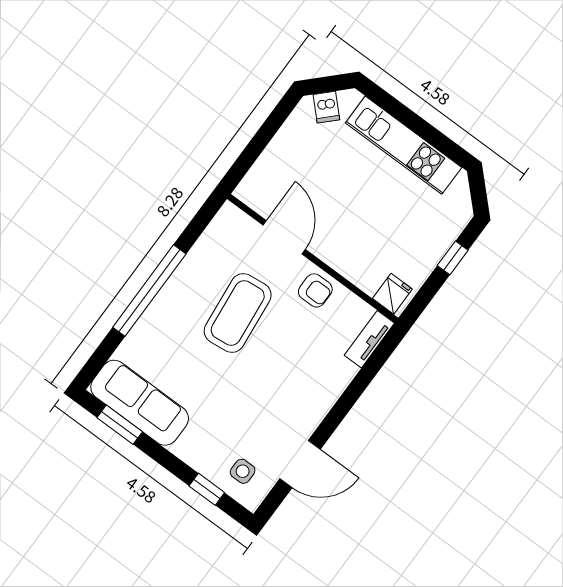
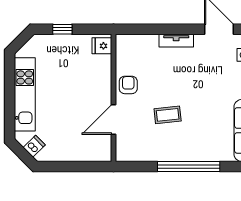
coffee table: (238, 313) -> (168, 115), width x0.54, depth x0.58
tv unit: (369, 339) -> (176, 41), moved

